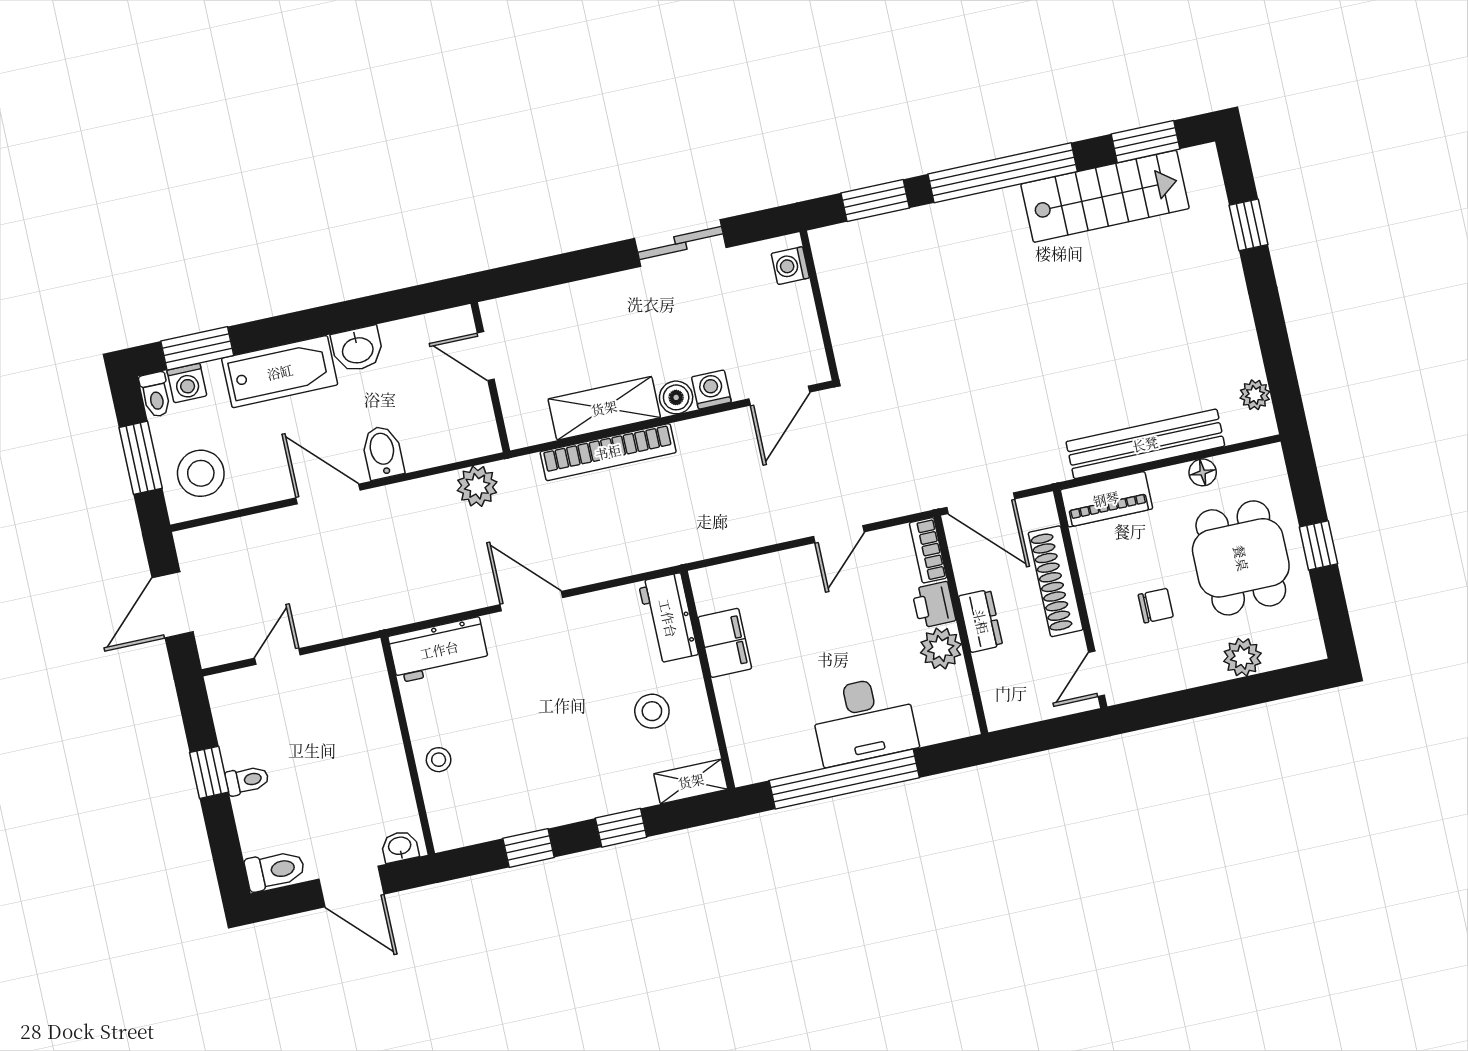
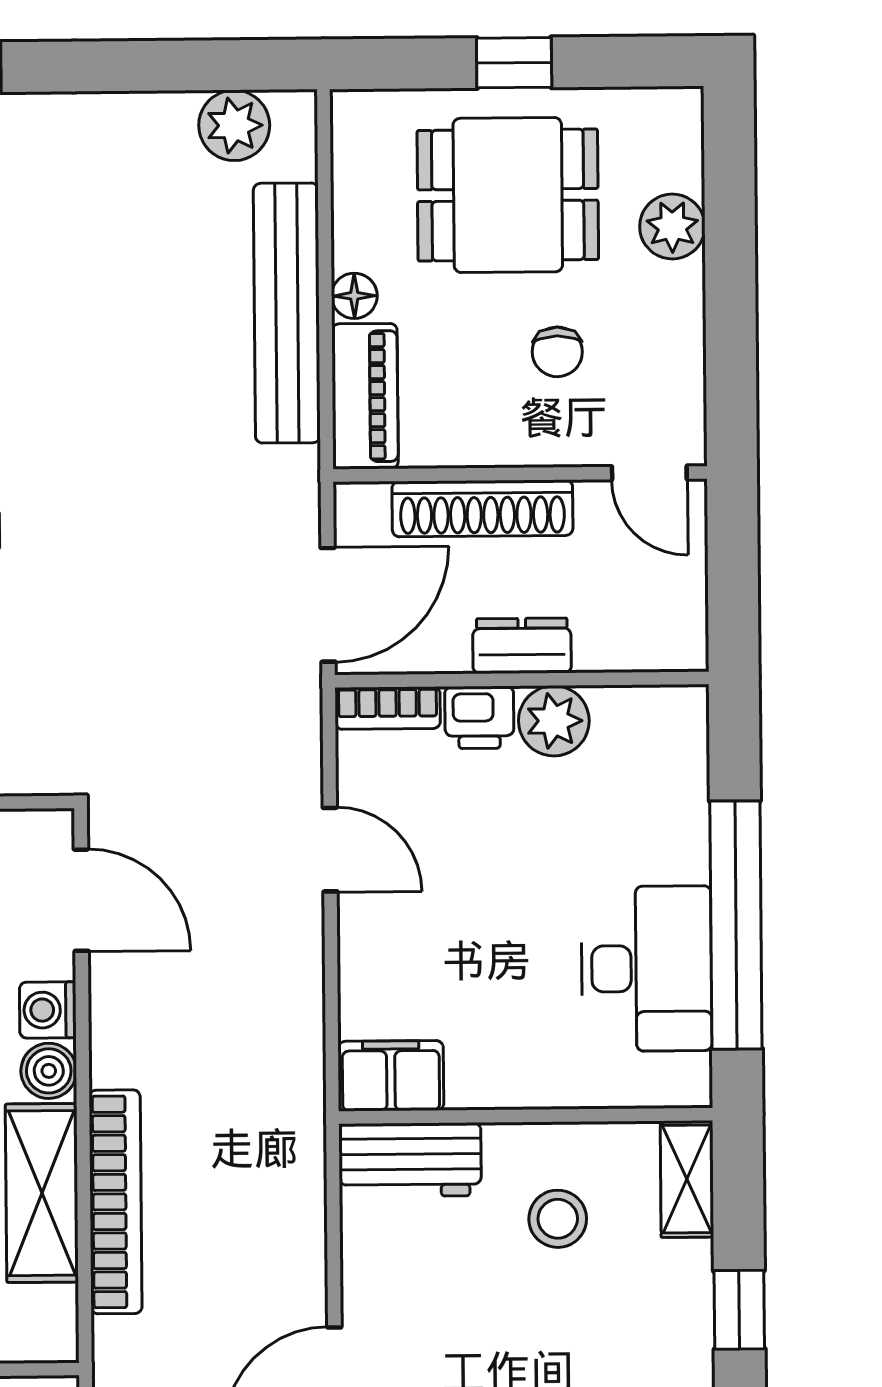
plant: (1255, 395) -> (234, 125), width x1.38, depth x1.38
floor lamp: (1203, 472) -> (354, 296), moved
chair: (1156, 606) -> (557, 352), turned 180
filing cabinet: (725, 643) -> (391, 1076), moved
desk: (864, 720) -> (646, 969), moved

